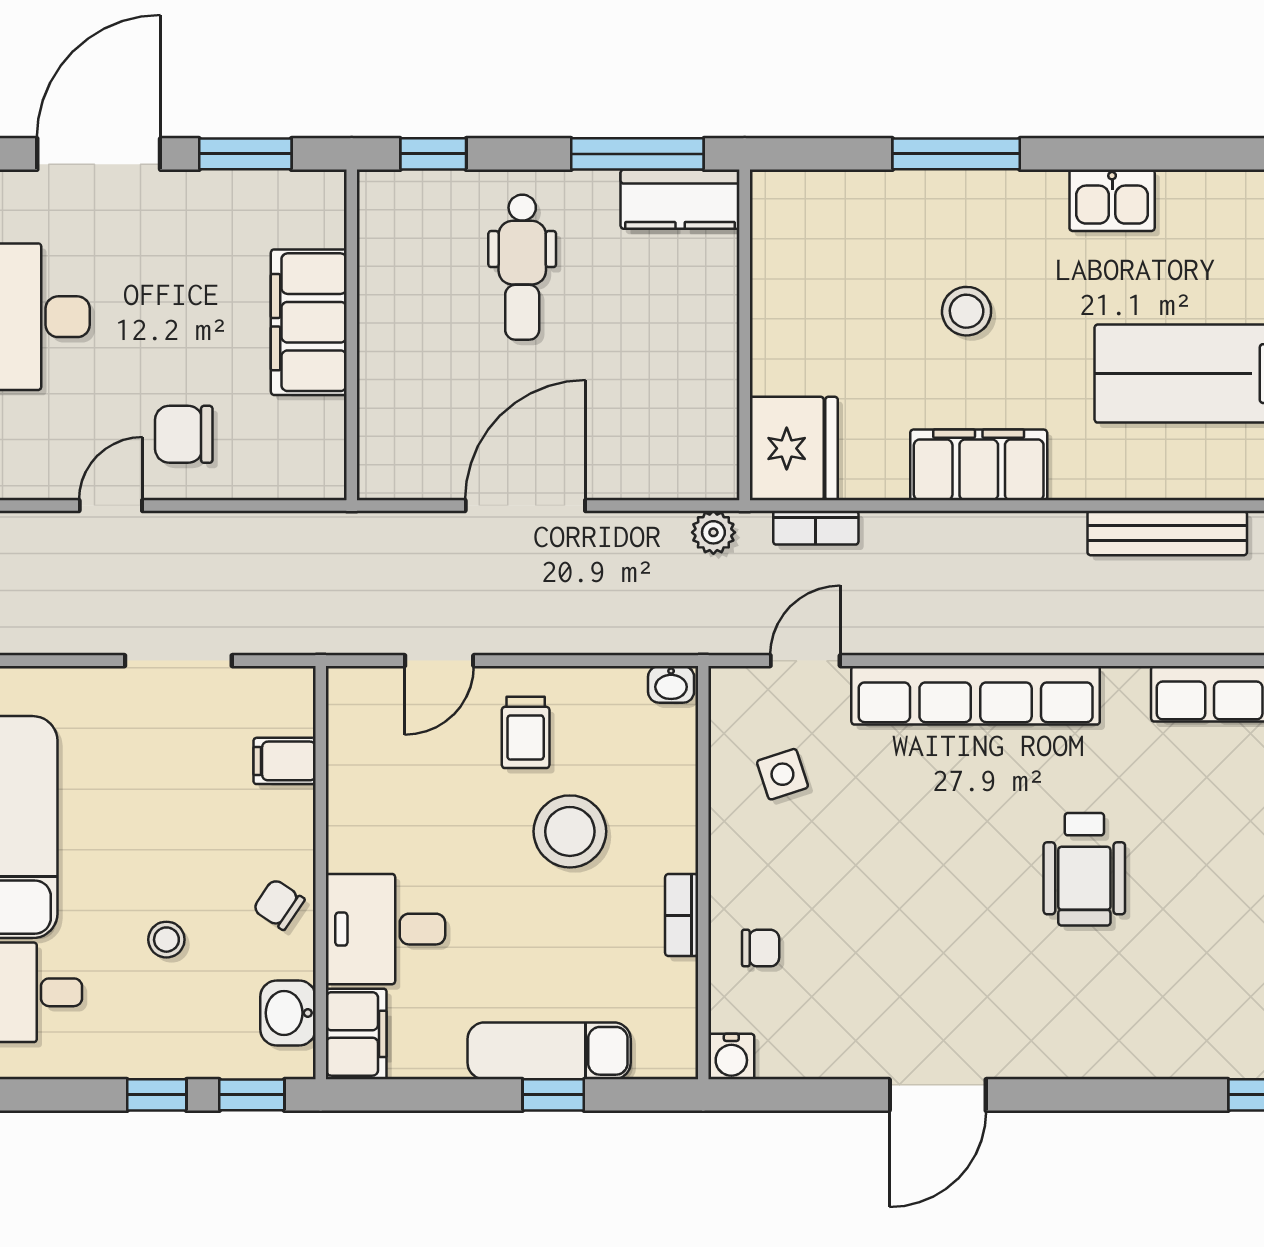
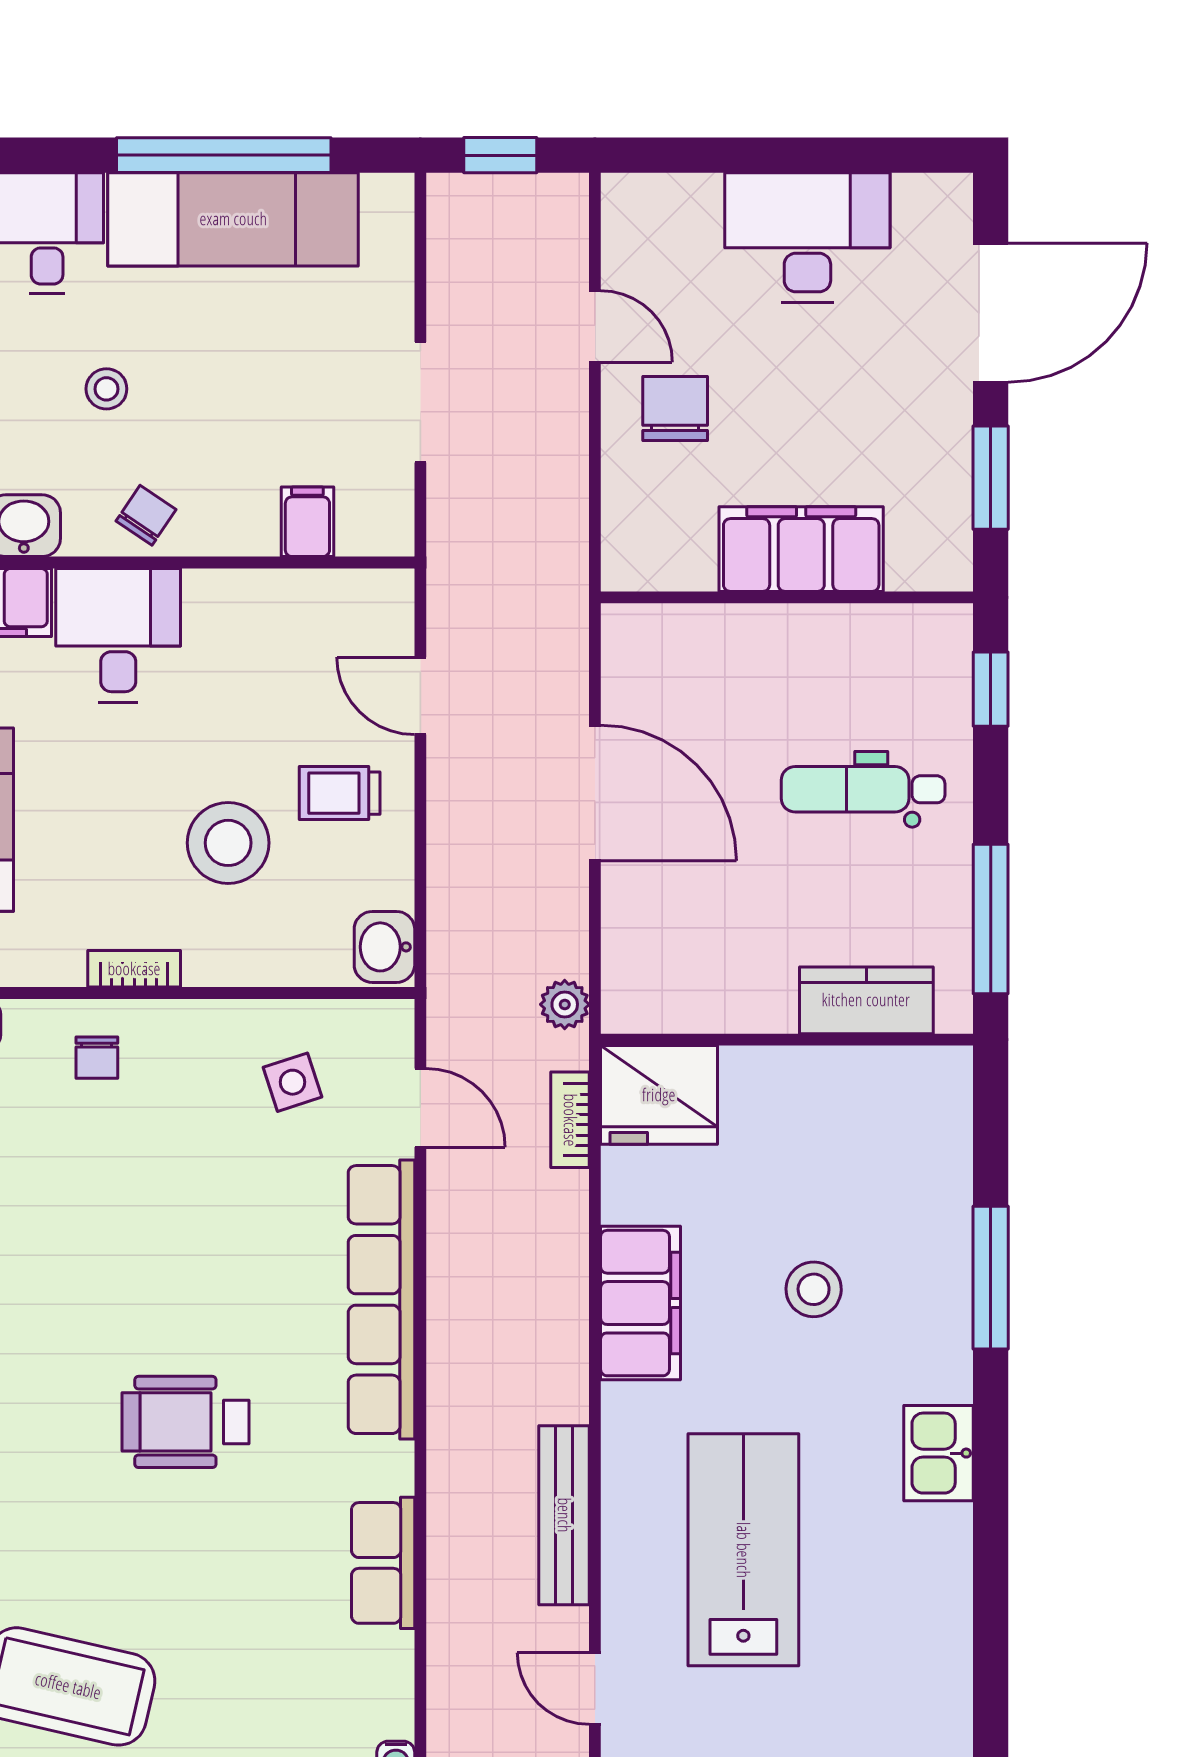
door: (99, 154) -> (991, 313), hinge flipped
kitchen counter: (680, 199) -> (866, 1000), moved, turned 90
washbasin: (671, 684) -> (384, 947), width x1.38, depth x1.45

